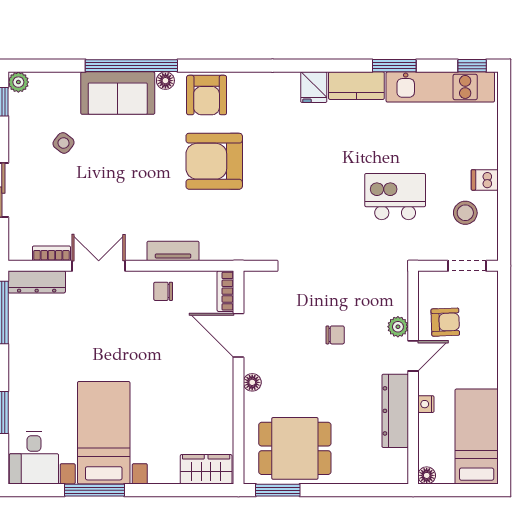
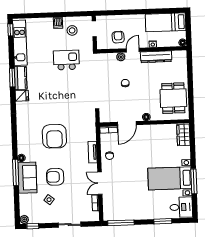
window: (131, 66) -> (16, 172), width x0.68
window: (394, 66) -> (12, 78), moved
armchair: (207, 95) -> (55, 177), moved, turned 180
kitchen island: (395, 197) -> (66, 60), turned 90
dresser: (37, 282) -> (108, 209), removed
door: (413, 356) -> (133, 50), hinge flipped
window: (278, 490) -> (191, 105), removed

